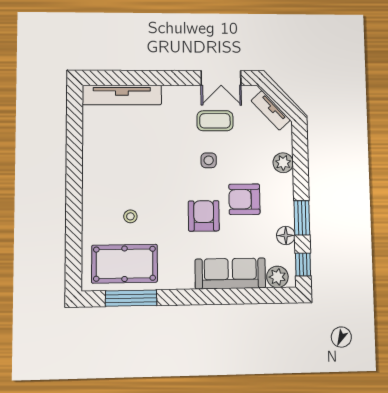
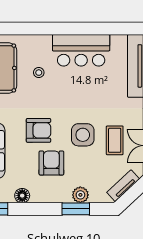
side table: (209, 160) -> (83, 135), width x1.87, depth x1.87
bar counter: (102, 163) -> (81, 50), added
window: (302, 218) -> (76, 209), moved

